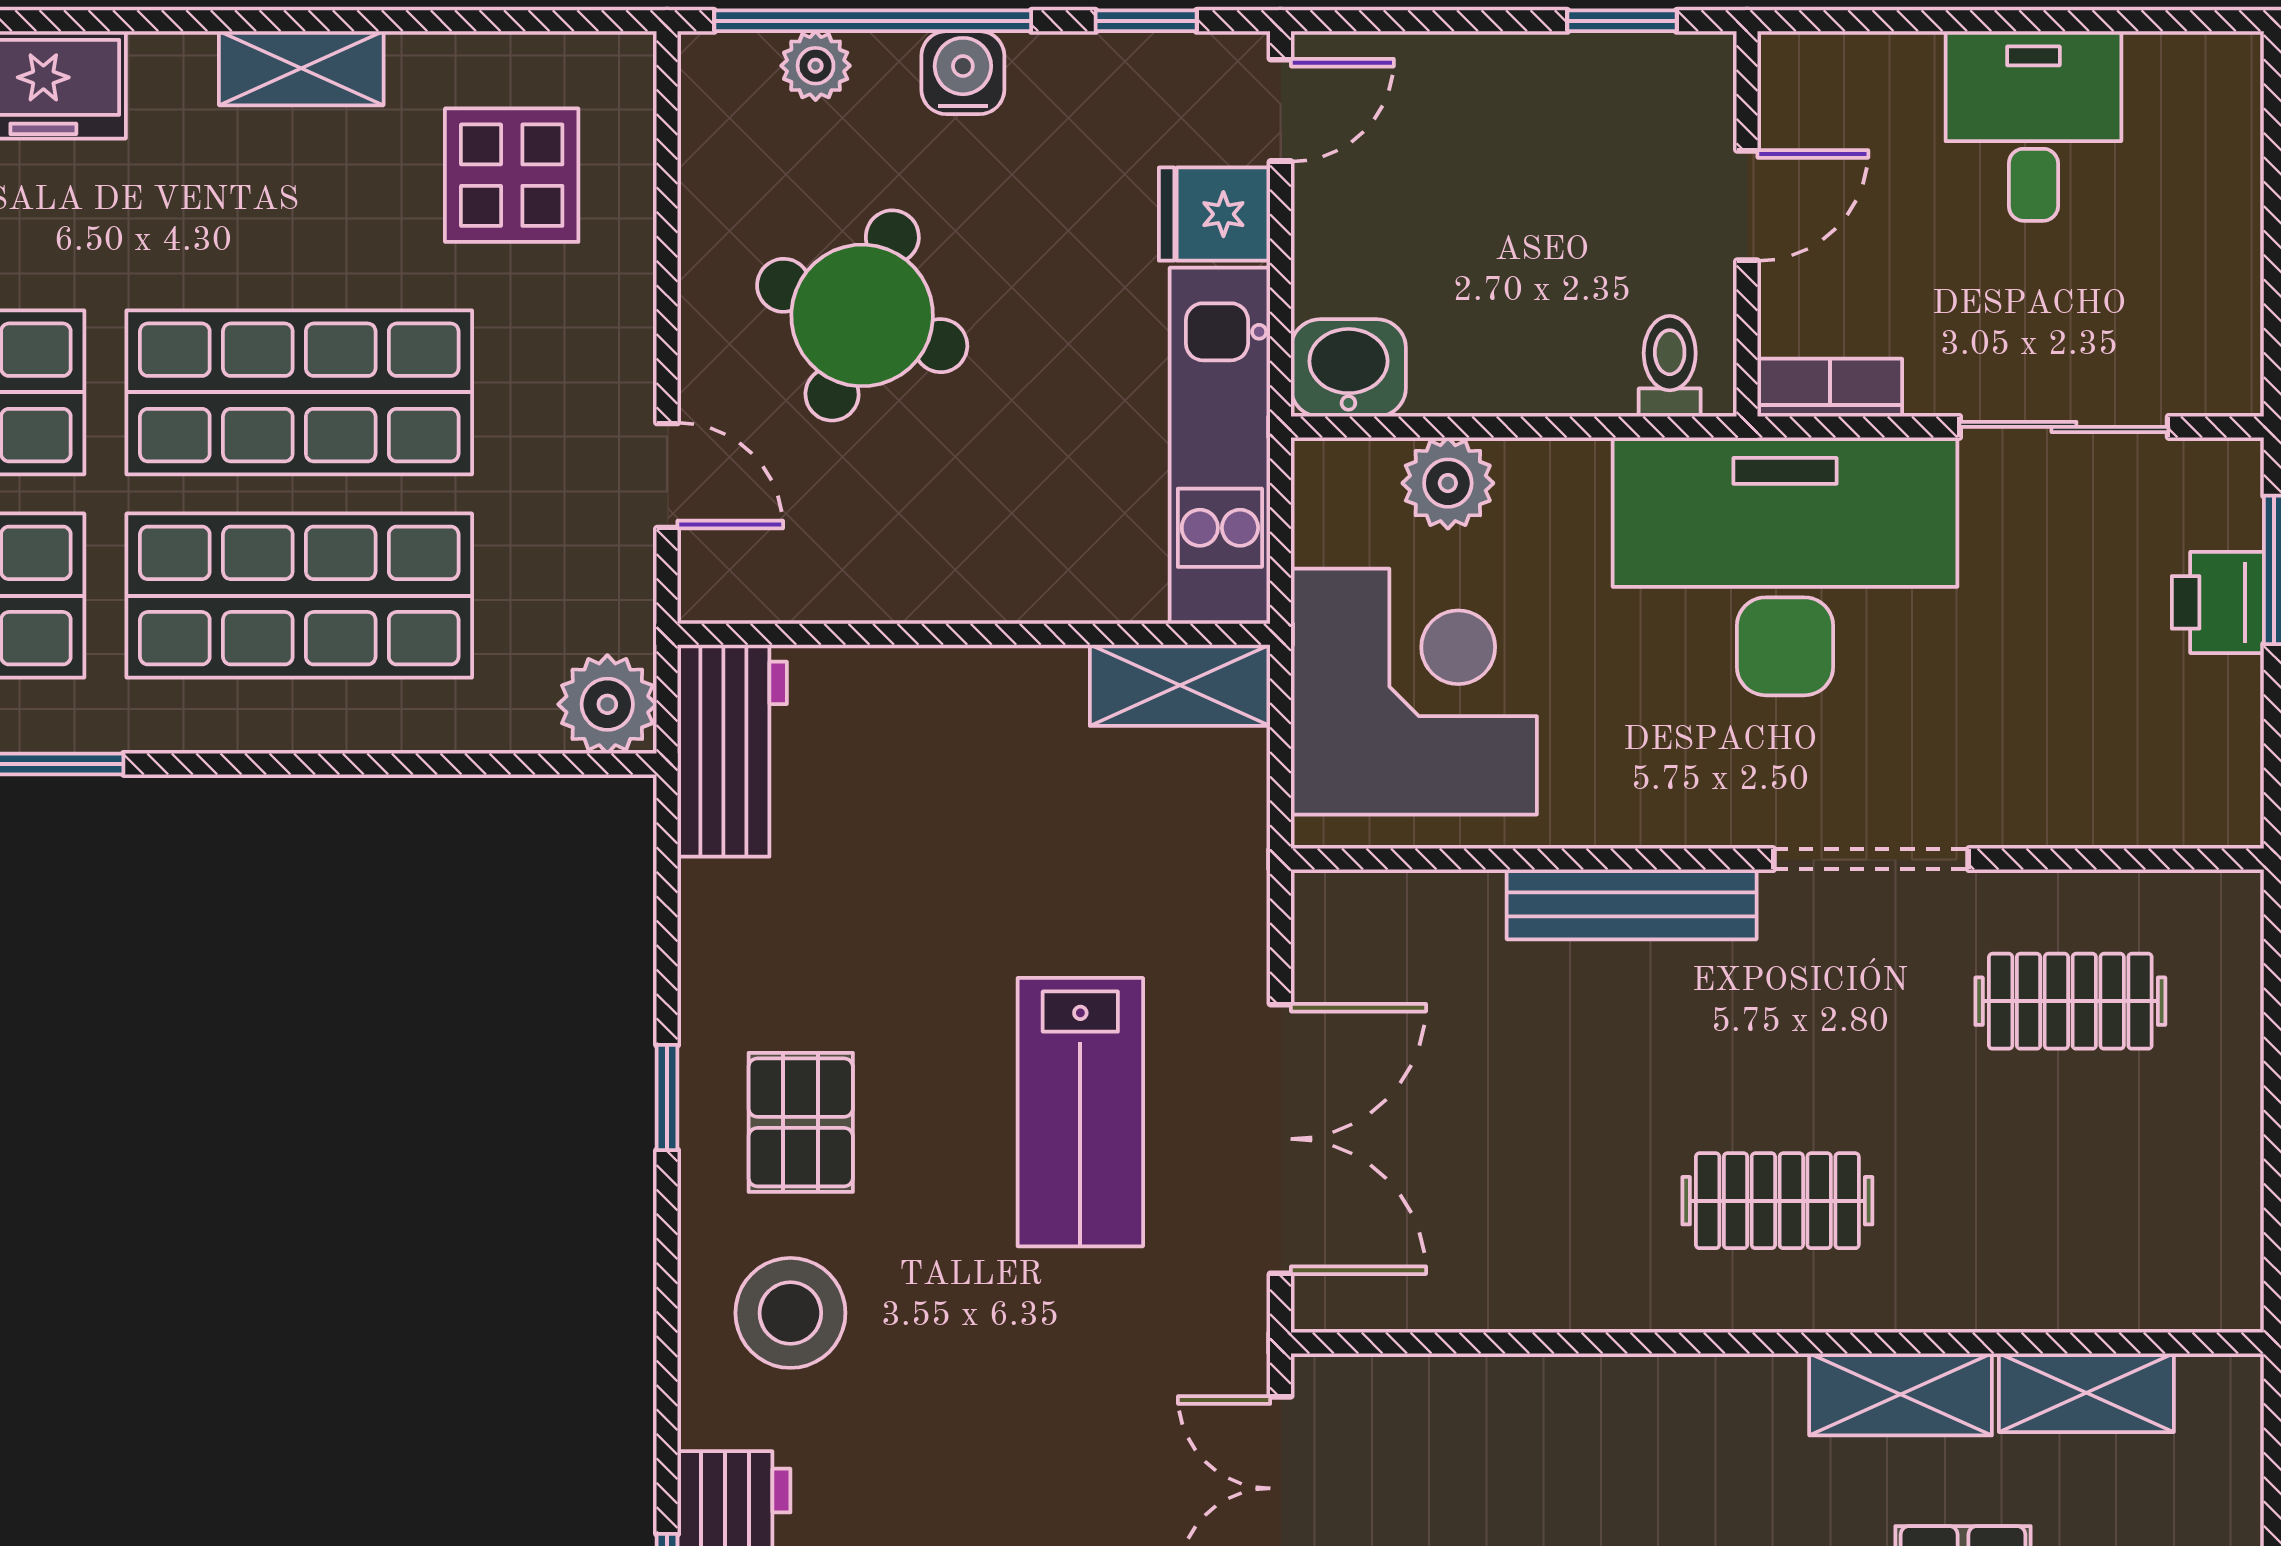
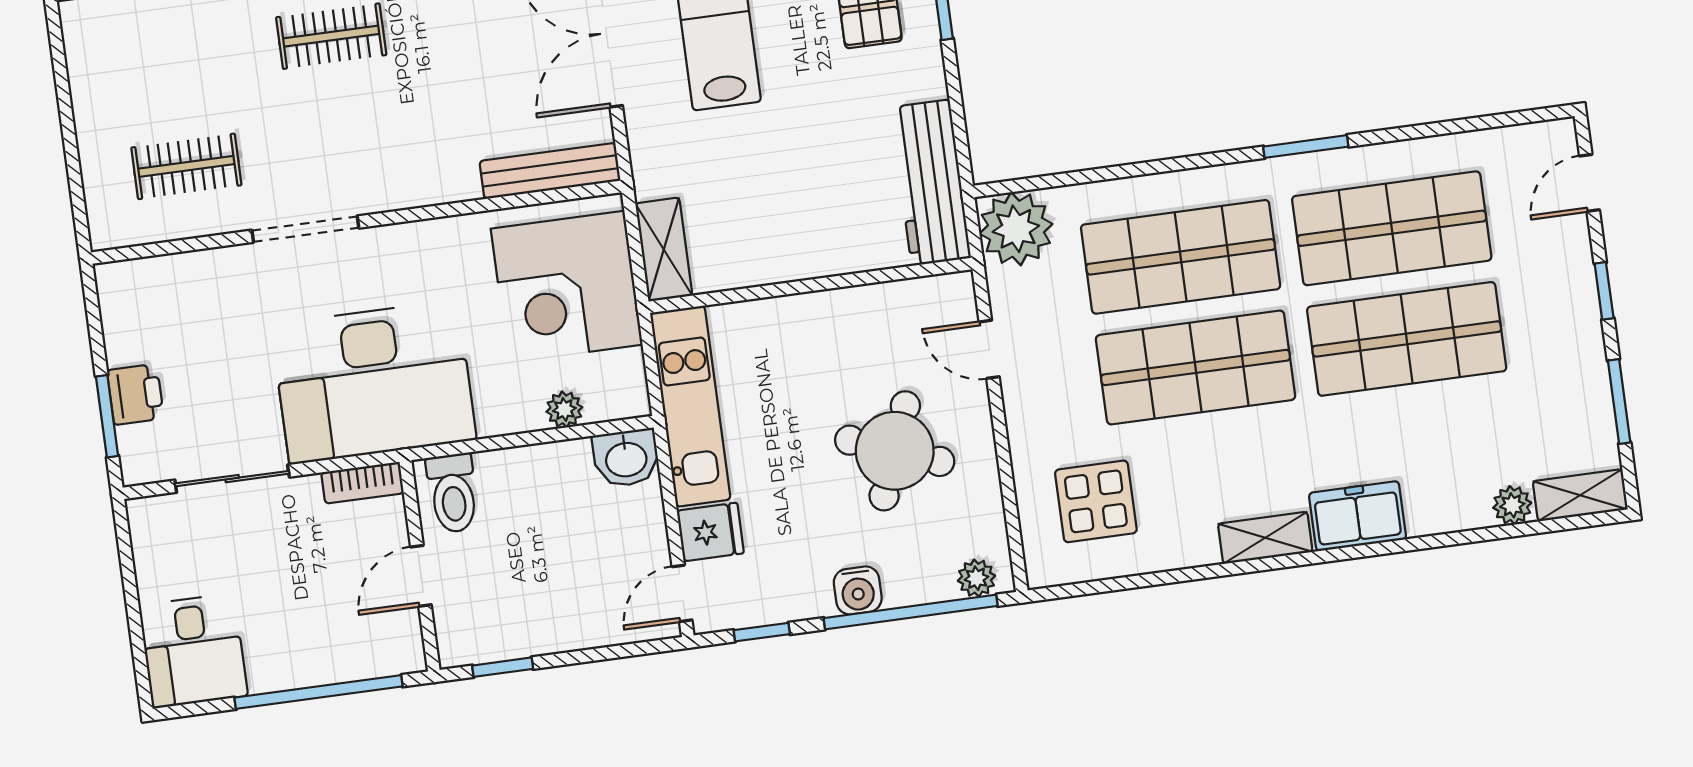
window: (1960, 21) -> (319, 692), added
plant: (816, 66) -> (976, 578), moved
shelving: (301, 68) -> (1265, 538), moved
desk: (2033, 126) -> (193, 651), moved
toilet: (1670, 366) -> (453, 493), width x1.37, depth x1.39
plant: (1448, 483) -> (564, 409), width x0.73, depth x0.73
shelving: (1180, 685) -> (664, 249), moved, turned 90
plant: (607, 704) -> (1016, 229), width x1.36, depth x1.36
workbench: (732, 751) -> (931, 183), width x1.38
bench: (1632, 904) -> (550, 171), moved

